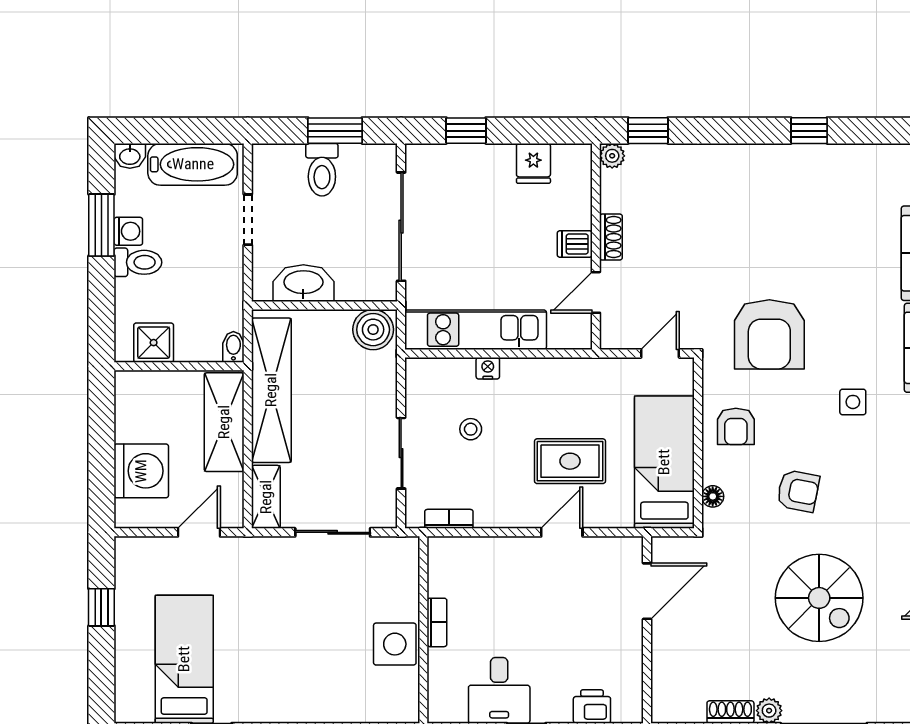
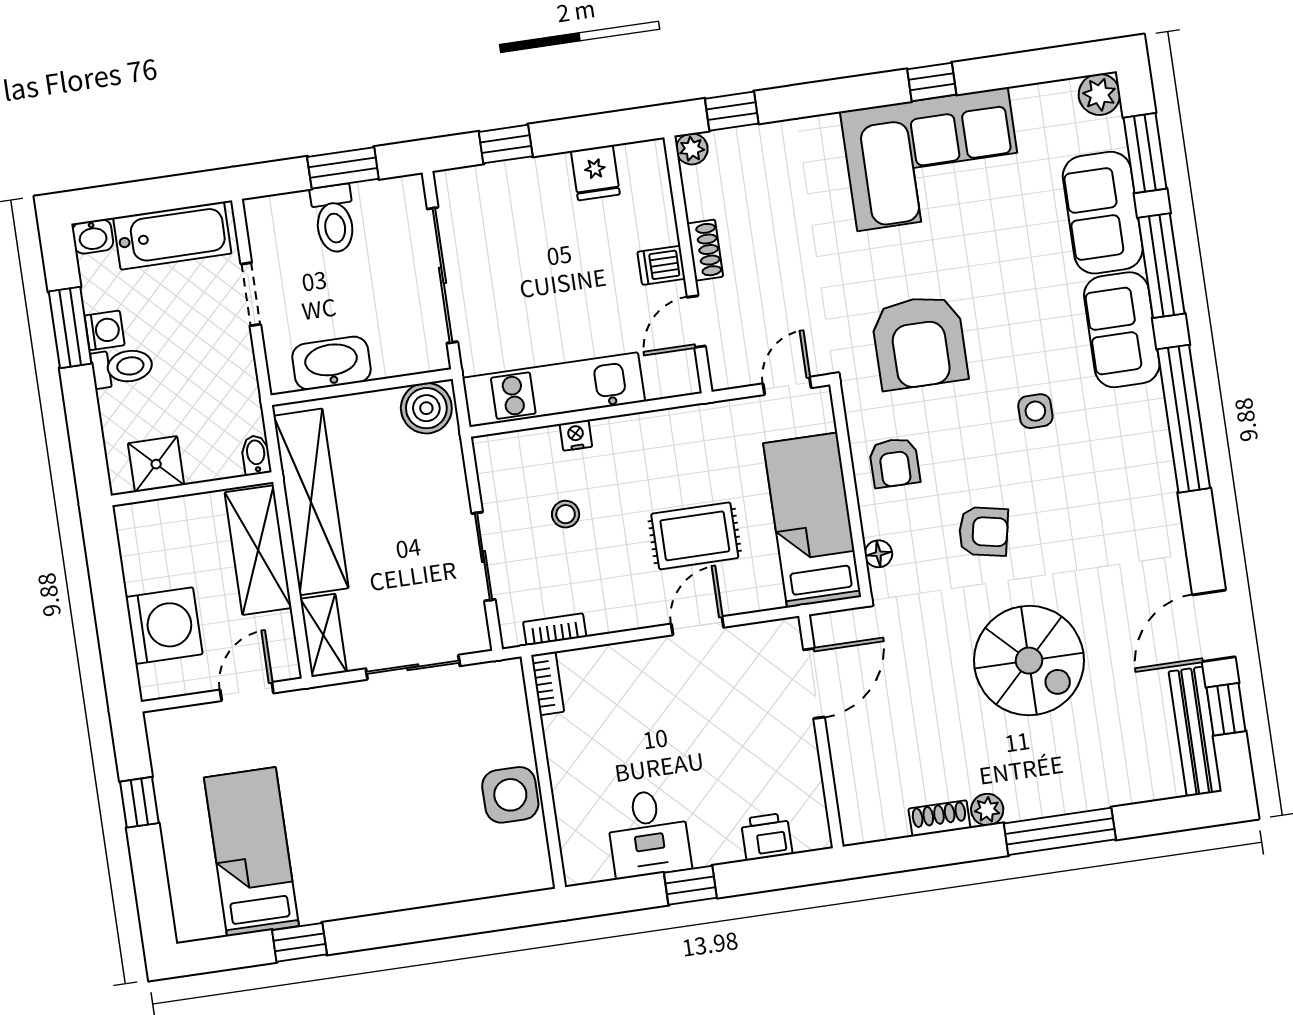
corner sofa: (801, 192) -> (932, 159), added
bookcase: (437, 622) -> (548, 683), moved

